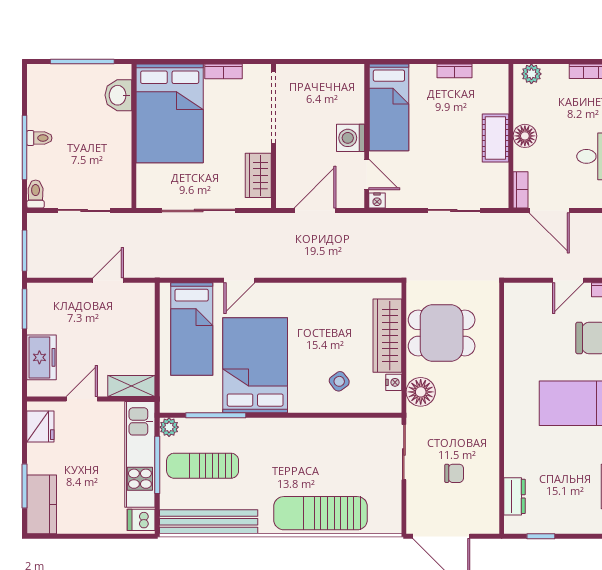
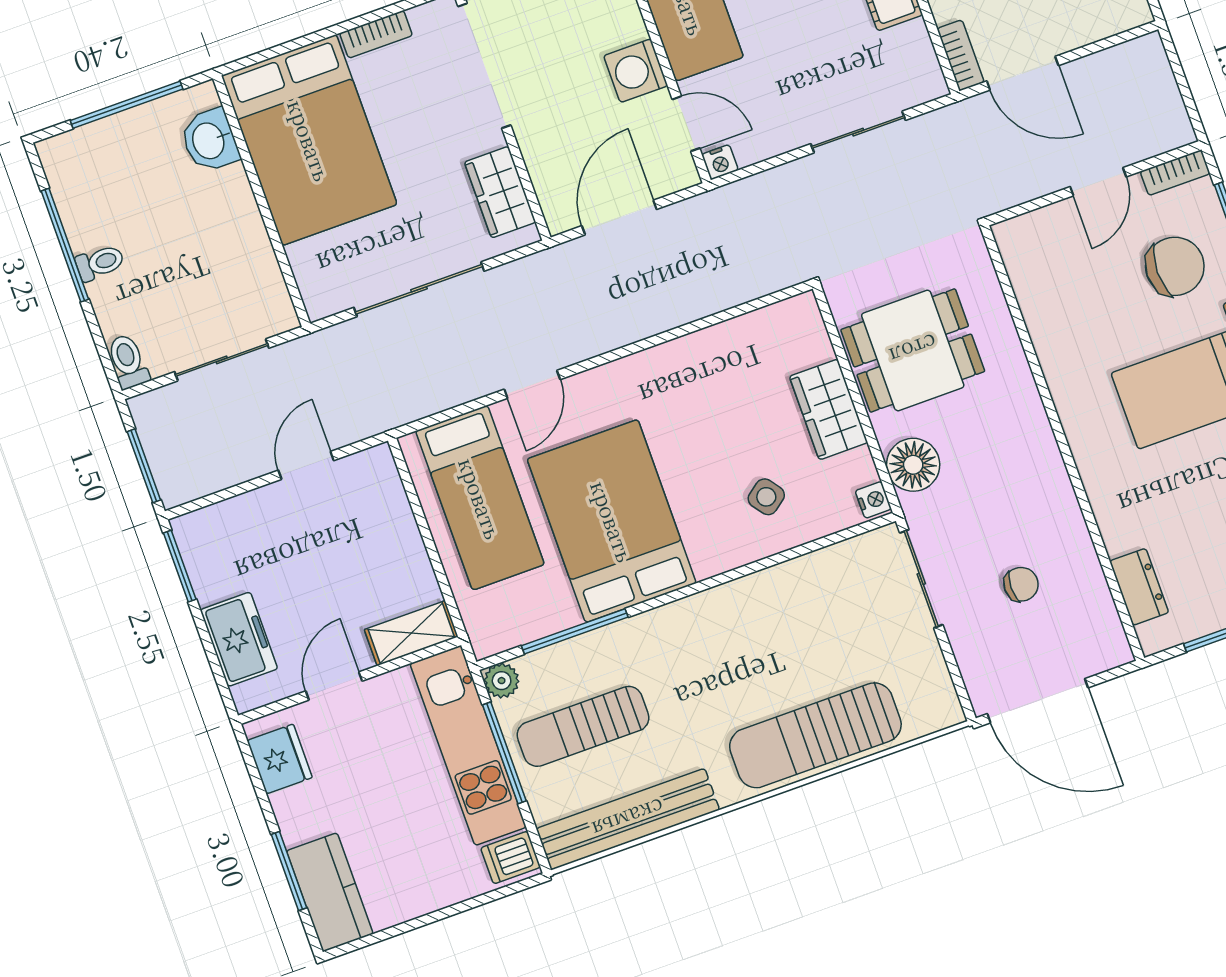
window: (25, 148) -> (65, 245), moved
wardrobe: (387, 336) -> (829, 409), width x0.67
nightstand: (394, 382) -> (873, 500), moved

